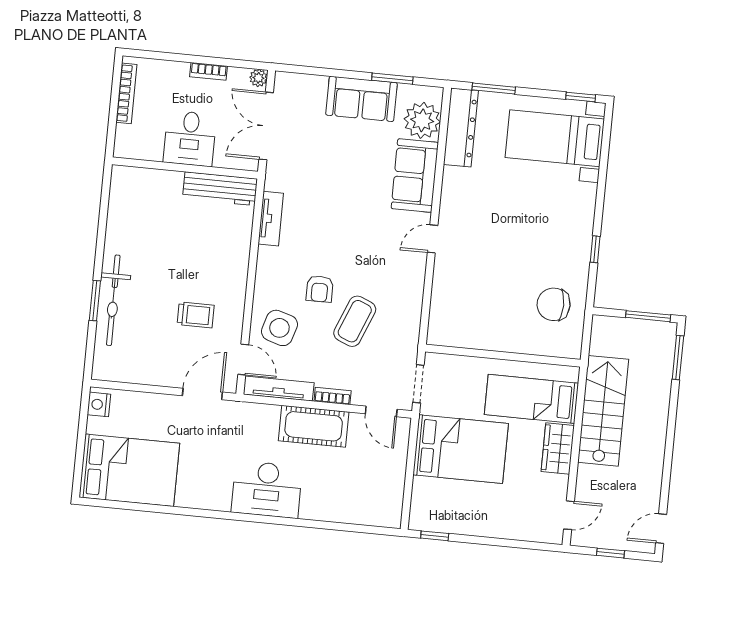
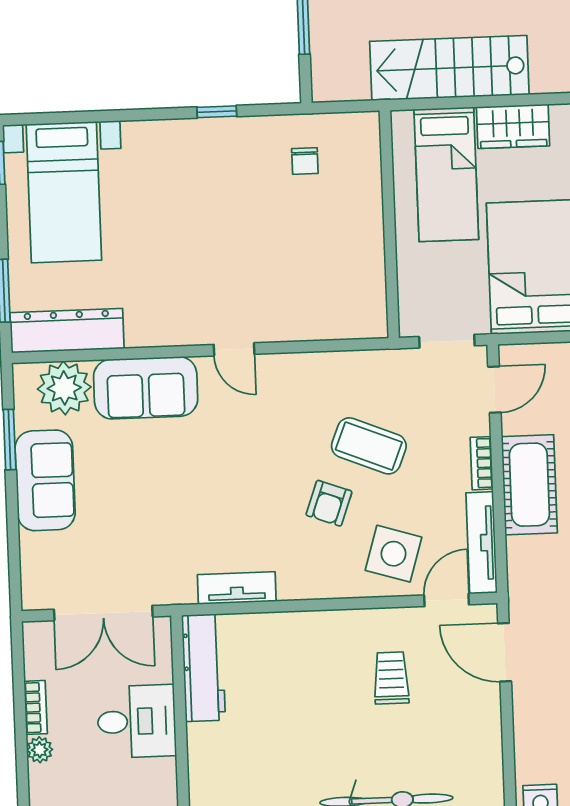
plant: (258, 78) -> (40, 750), moved
armchair: (320, 289) -> (329, 503), turned 110
chair: (554, 304) -> (305, 161), width x0.54, depth x0.54

